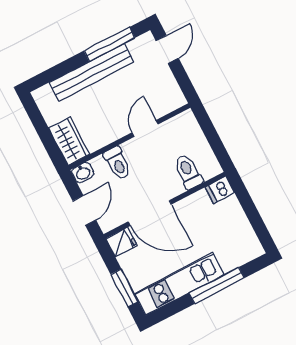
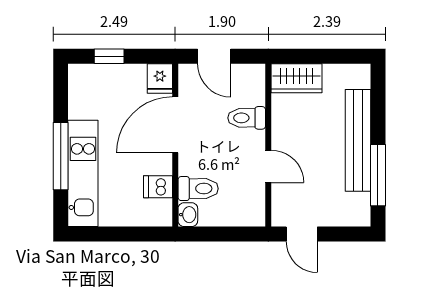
door: (167, 50) -> (302, 234), moved
washbasin: (83, 173) -> (188, 215), moved, turned 180
dishwasher: (220, 190) -> (158, 187), moved, turned -90
kitchen unit: (179, 284) -> (83, 173), moved
window: (124, 288) -> (109, 56), width x0.67

